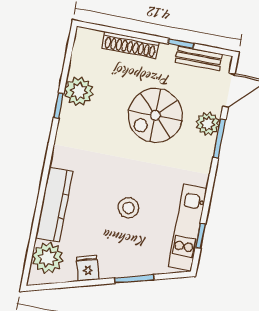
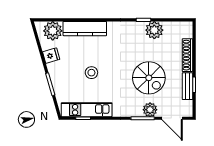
bench: (199, 58) -> (187, 86), moved
spiral stairs: (155, 115) -> (149, 78), turned 180

